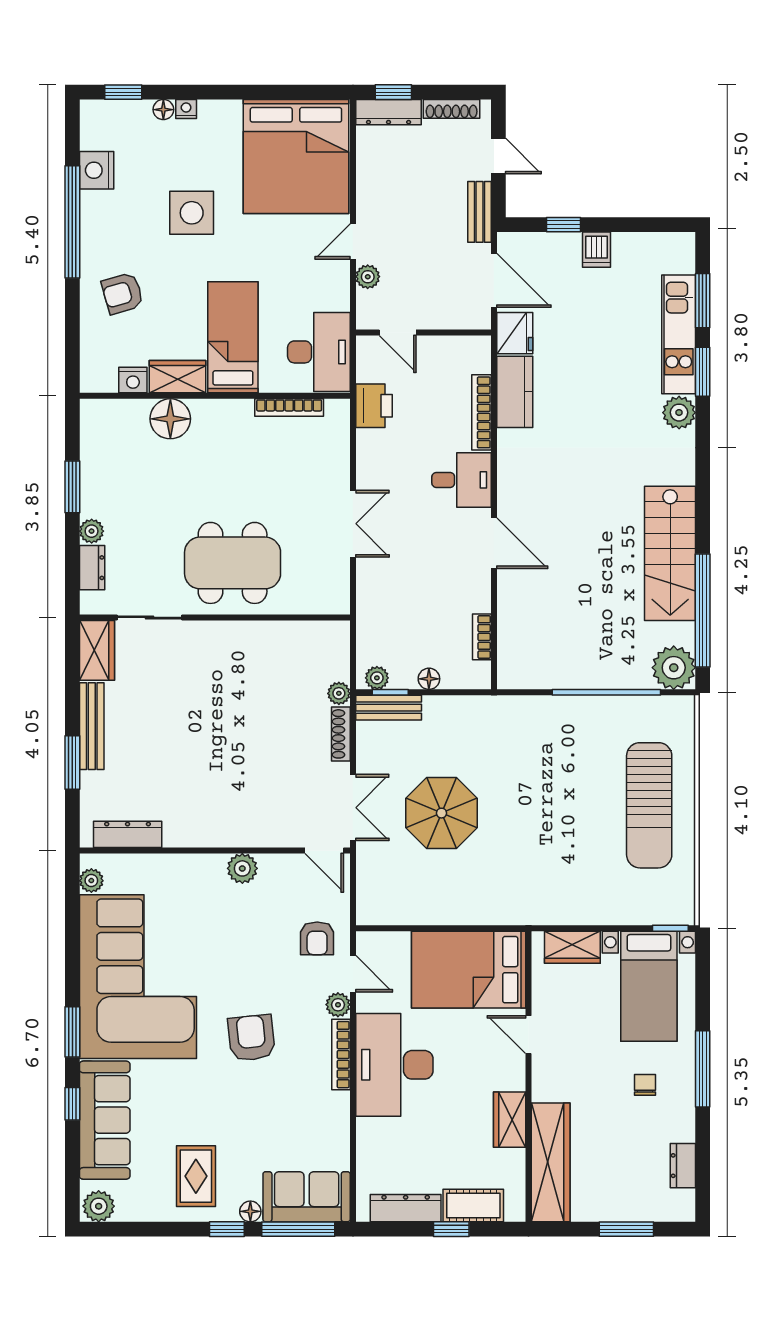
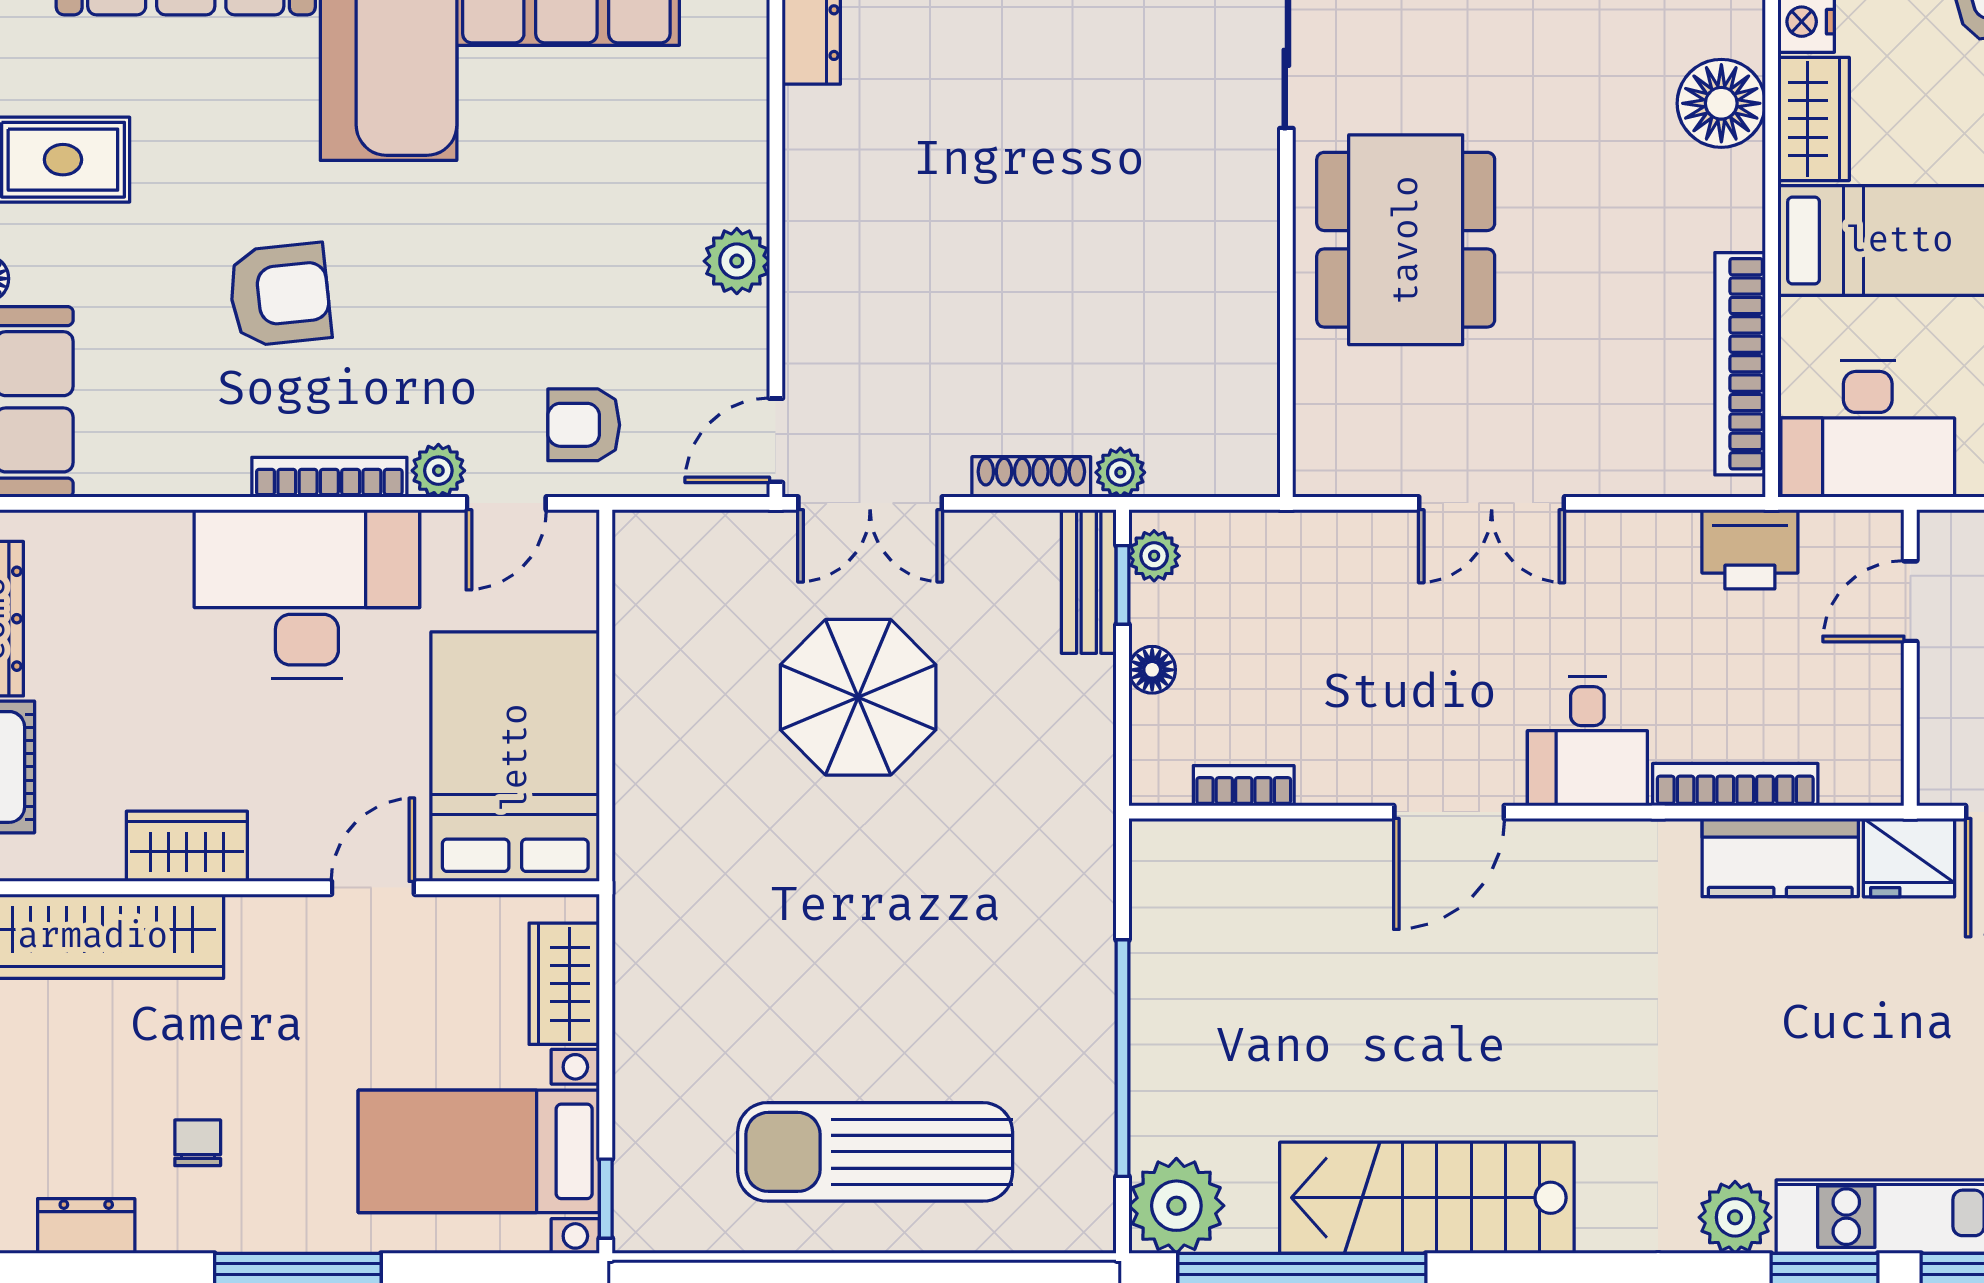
bookcase: (289, 407) -> (1740, 364), width x1.48, depth x1.31
armchair: (251, 1038) -> (280, 295), moved
chair: (645, 1085) -> (198, 1143), moved, turned -90

